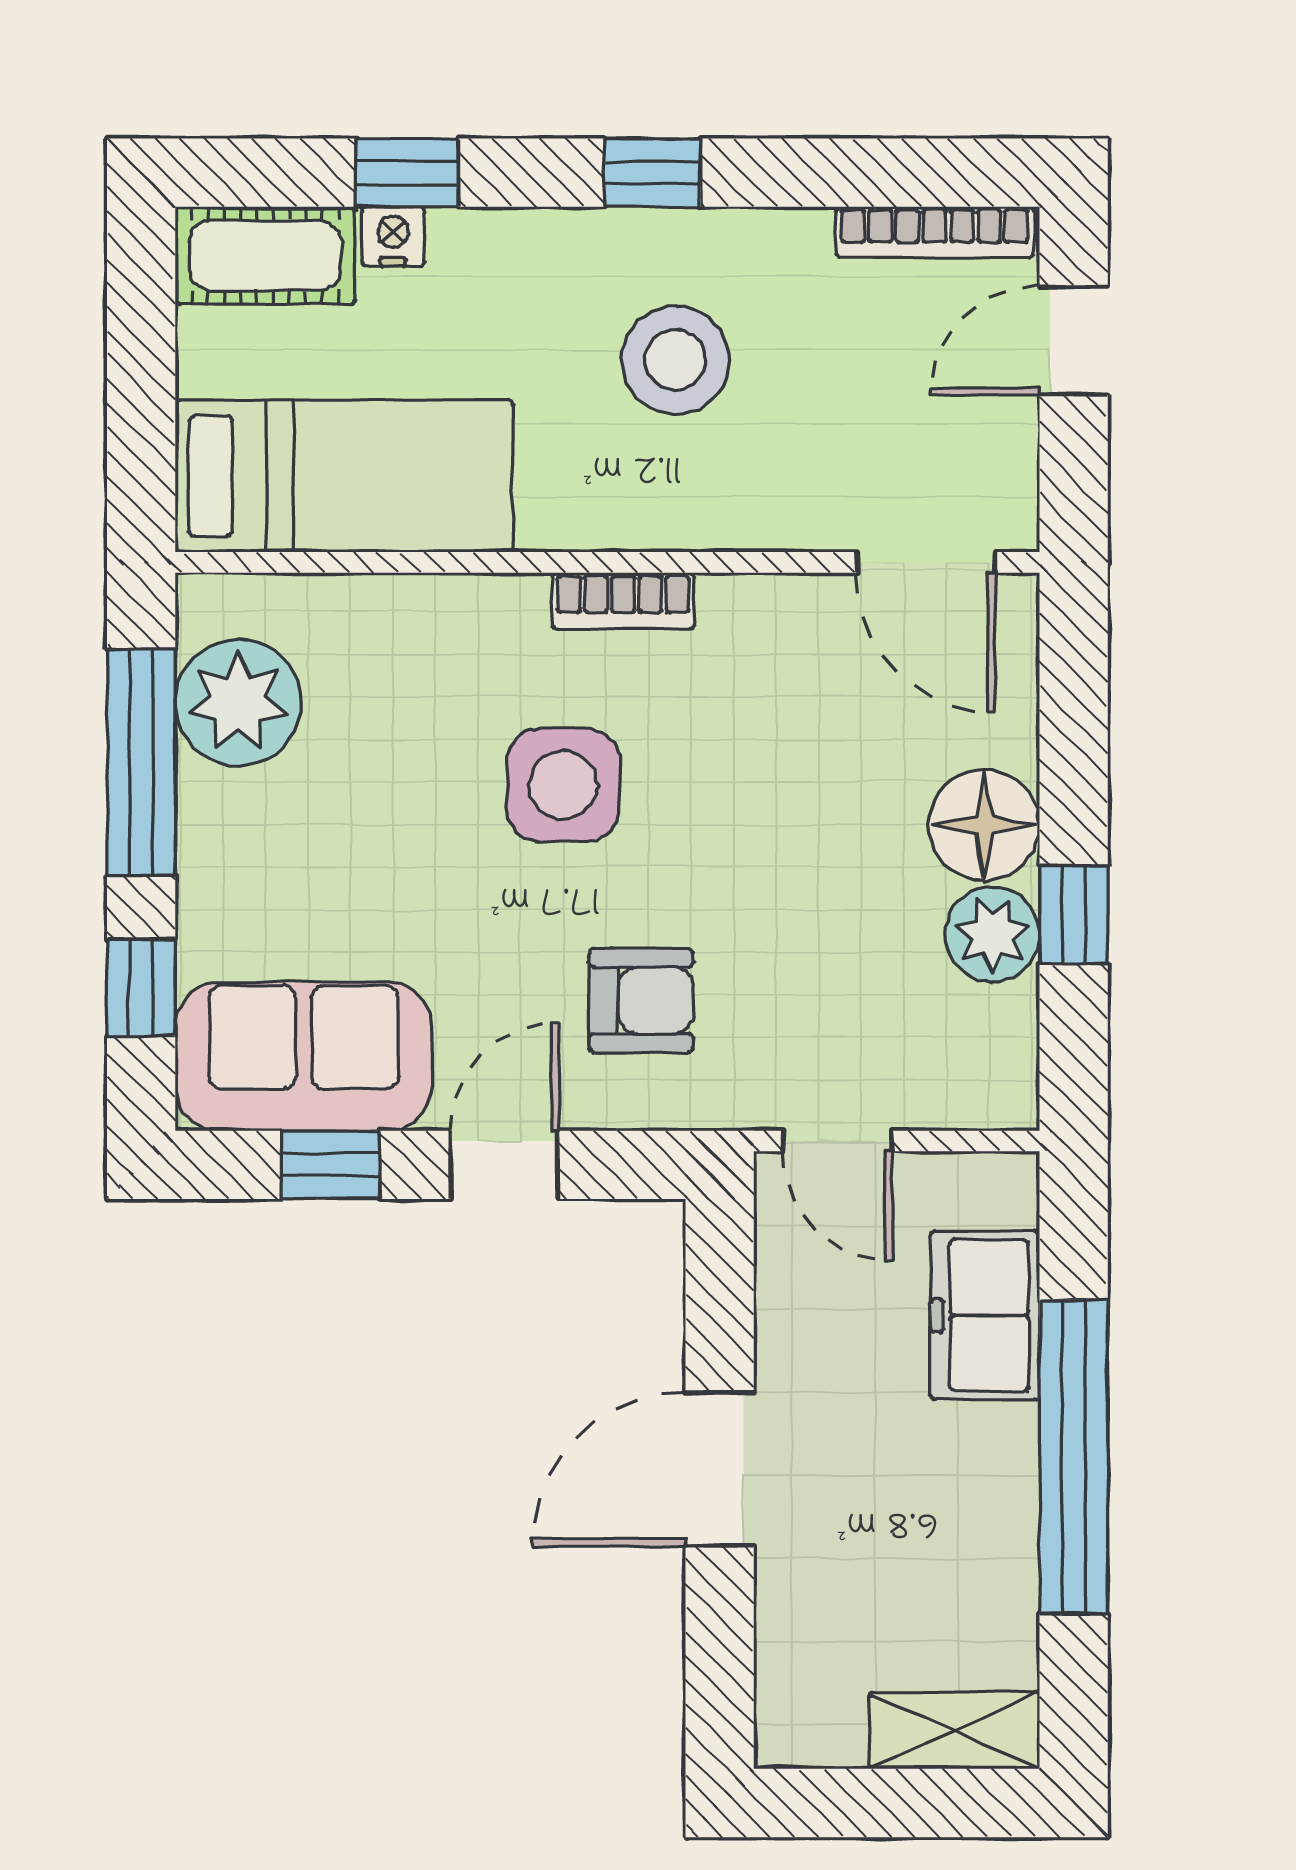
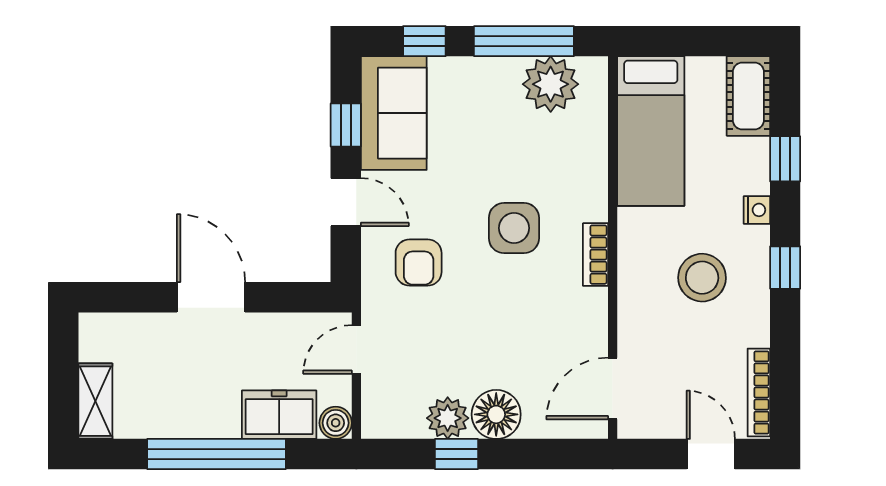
nightstand: (393, 236) -> (757, 210), moved
boiler: (1003, 1188) -> (336, 423), added

